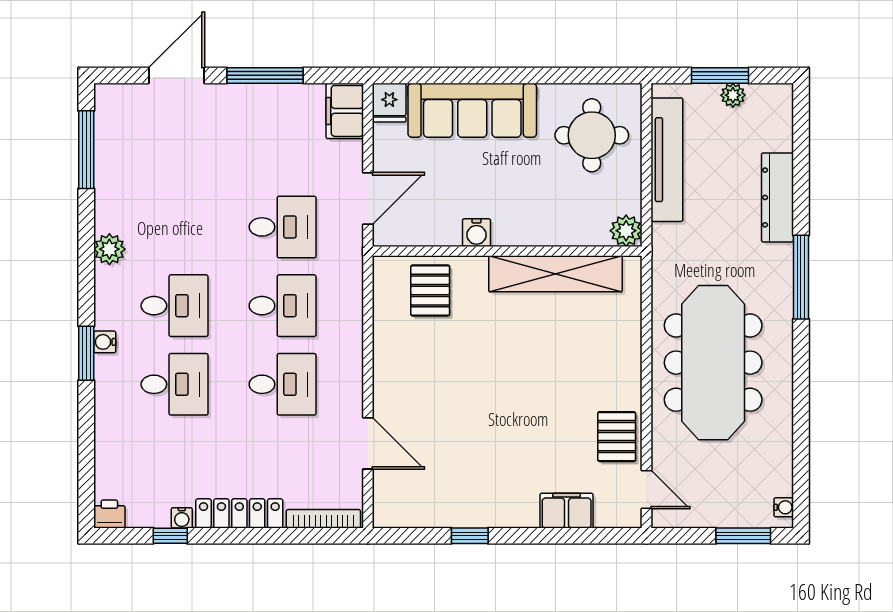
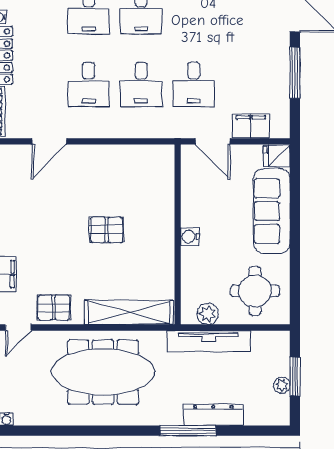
filing cabinet: (345, 111) -> (251, 126), moved
tv unit: (667, 160) -> (208, 341), moved
plant: (626, 231) -> (208, 314), moved
water cooler: (477, 233) -> (190, 237), moved
shelving: (555, 274) -> (129, 312), moved, turned 90
window: (801, 277) -> (188, 431), moved
pallet: (430, 290) -> (106, 230), moved

